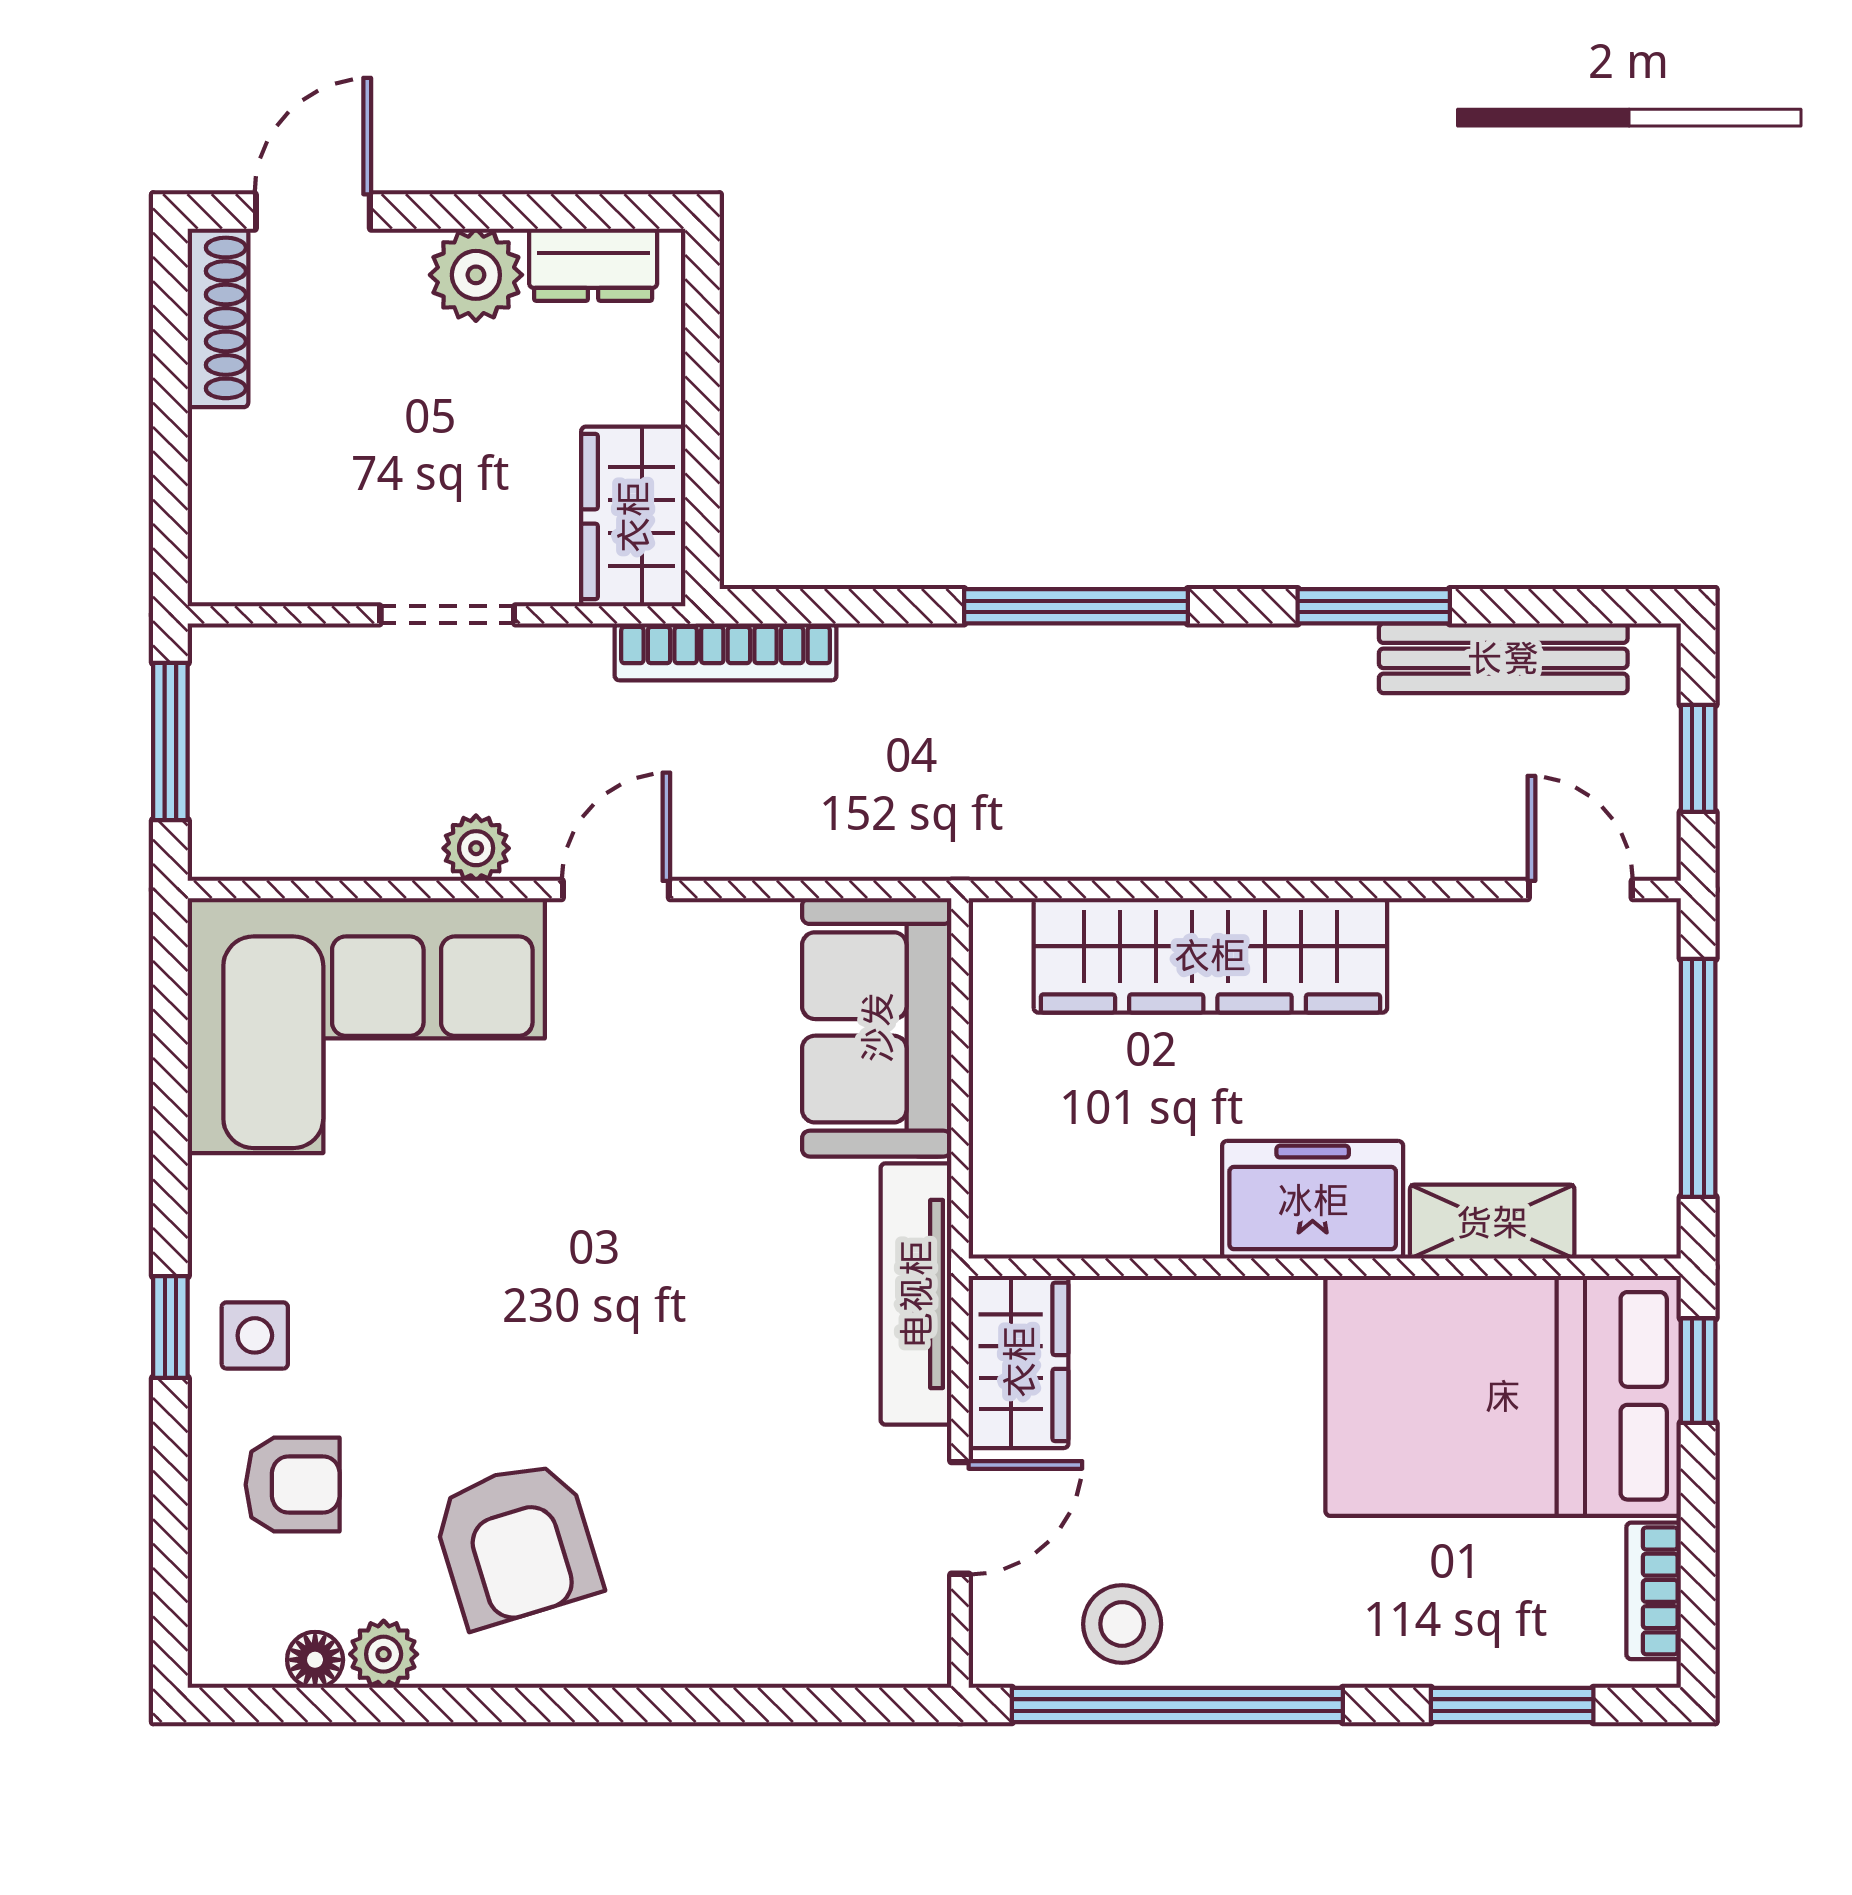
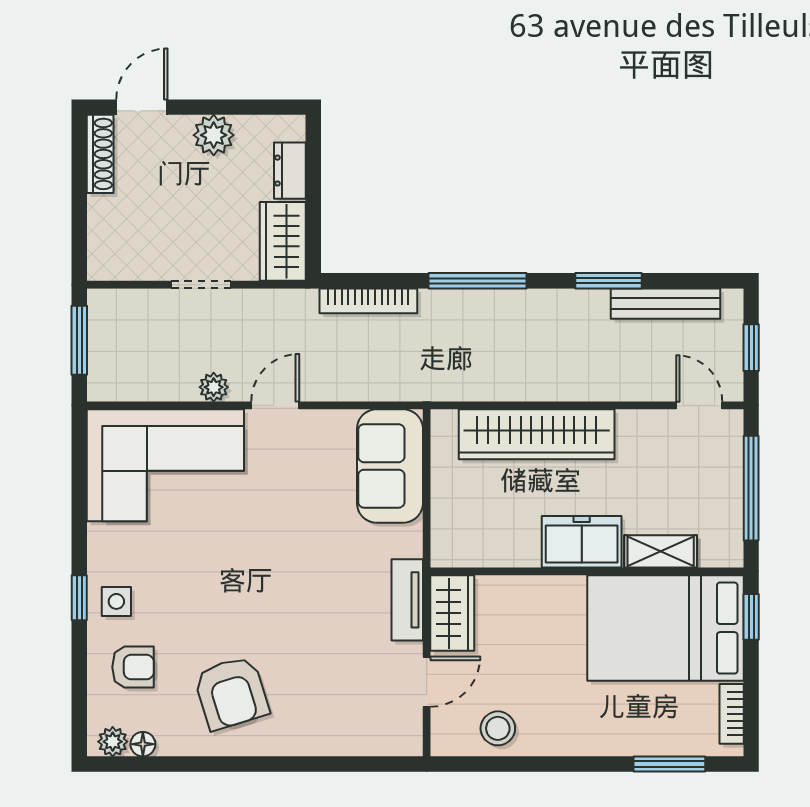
dresser: (593, 265) -> (290, 171), moved, turned 90
bookcase: (726, 652) -> (368, 301), moved
tv unit: (916, 1294) -> (407, 600), width x0.71
plant: (384, 1654) -> (113, 742), moved
window: (1177, 1705) -> (522, 764), removed

